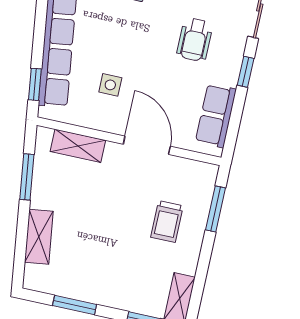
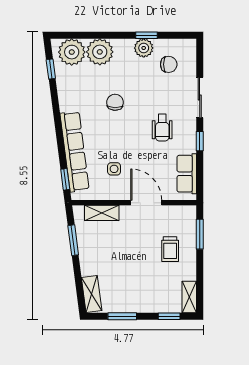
shelving: (39, 237) -> (92, 294), moved

